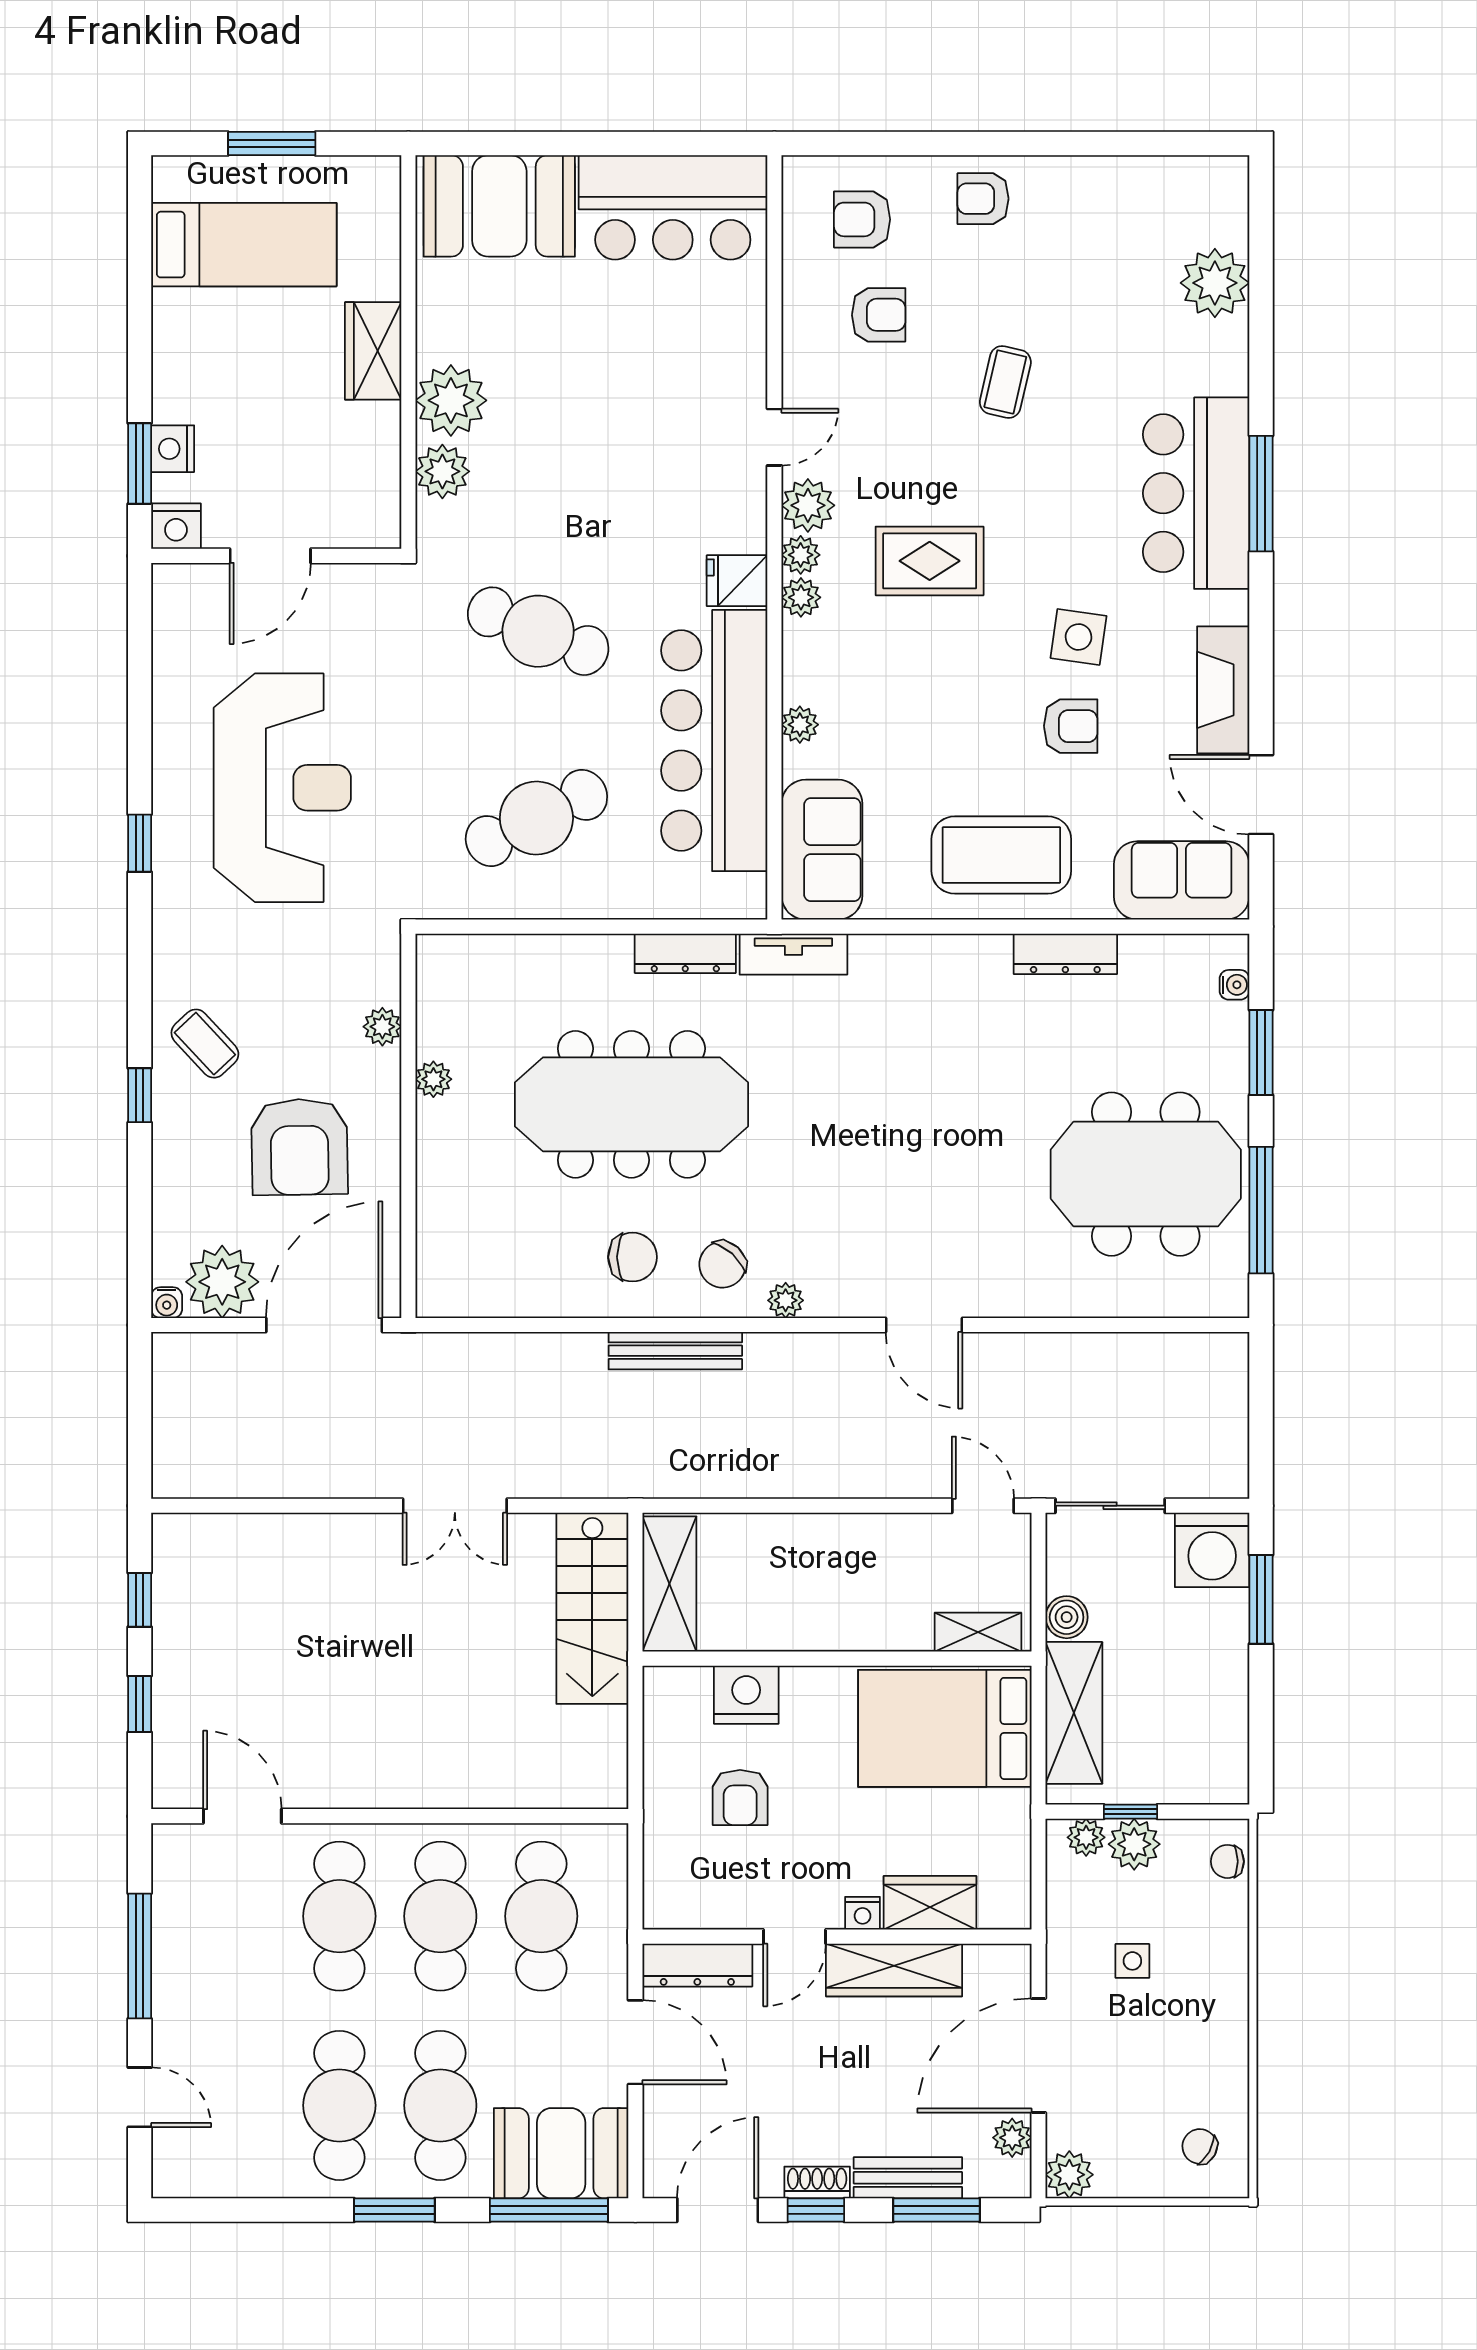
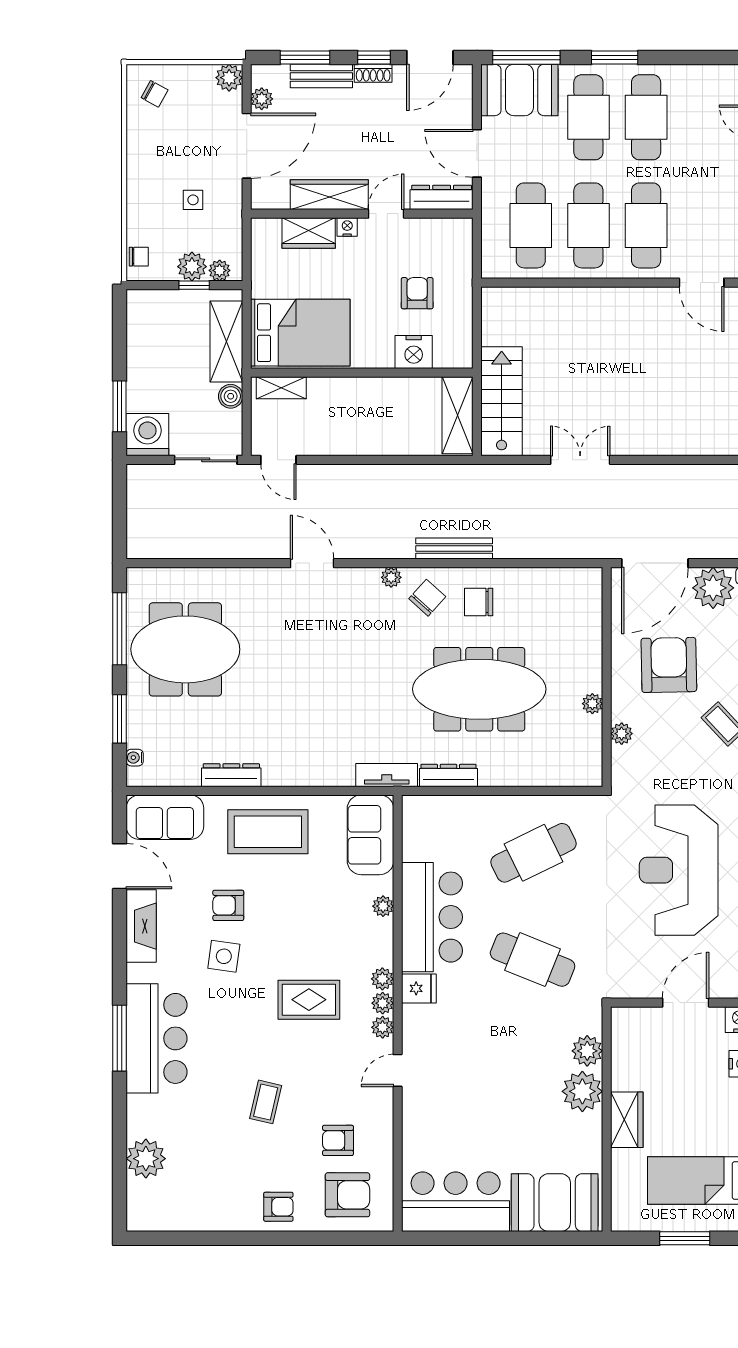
armchair: (862, 219) -> (347, 1195), width x1.38, depth x1.38
plant: (808, 505) -> (383, 1027), width x0.73, depth x0.73
bar counter: (714, 741) -> (432, 917), width x0.73

